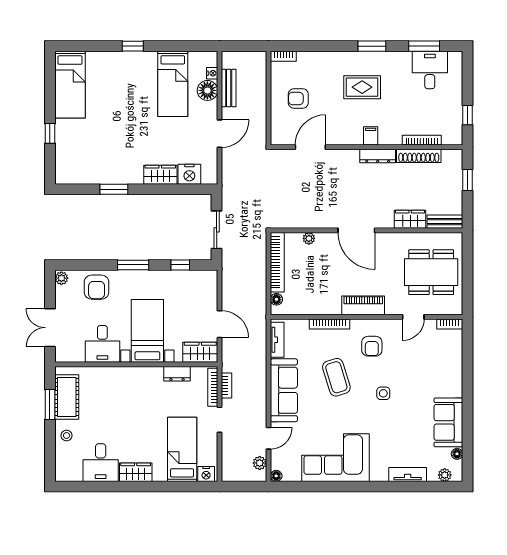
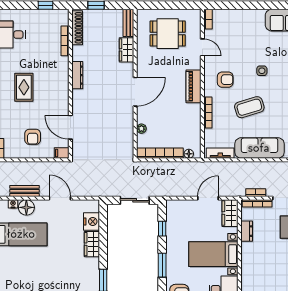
filing cabinet: (371, 136) -> (62, 153), moved
shoe rack: (419, 156) -> (77, 28), moved
dining table: (431, 272) -> (168, 34), width x0.73

